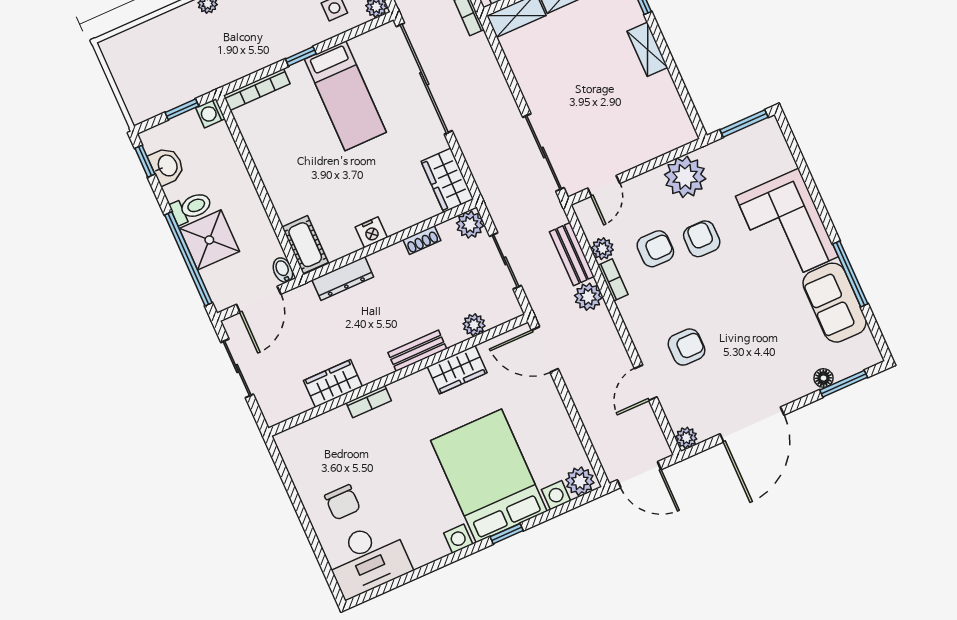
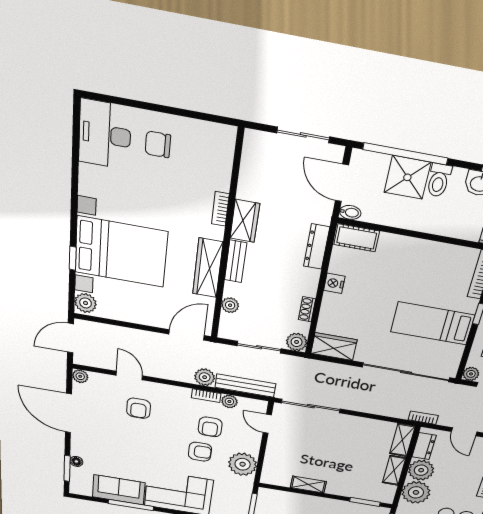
shelving: (647, 49) -> (308, 485), moved
bench: (572, 254) -> (245, 386), width x1.36
wardrobe: (457, 370) -> (208, 268), width x1.50
wardrobe: (333, 384) -> (245, 221), moved
window: (507, 534) -> (73, 258), moved

